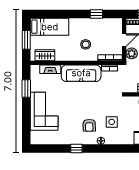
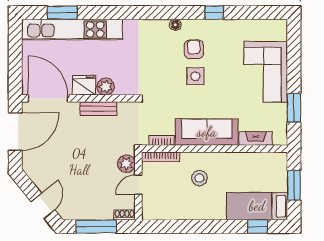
window: (96, 14) -> (258, 226), moved
wardrobe: (45, 55) -> (264, 161), removed
side table: (112, 122) -> (195, 76), moved

